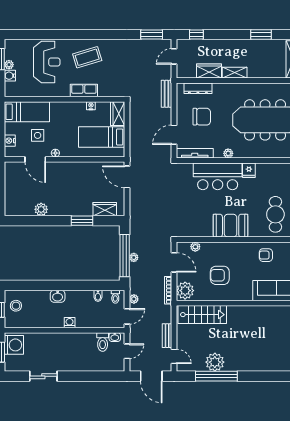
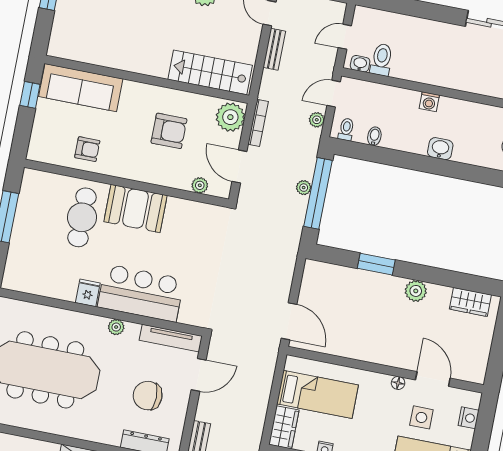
plant: (41, 209) -> (416, 291), moved
wardrobe: (105, 209) -> (470, 302), moved
cafe table: (275, 214) -> (82, 217), moved

